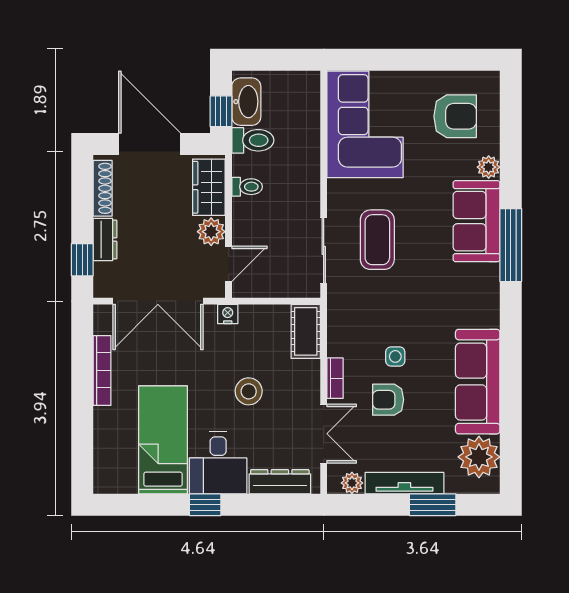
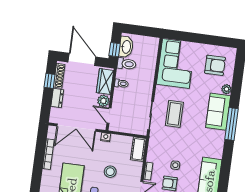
window: (82, 260) -> (50, 81), moved
door: (229, 264) -> (109, 116), swing flipped

